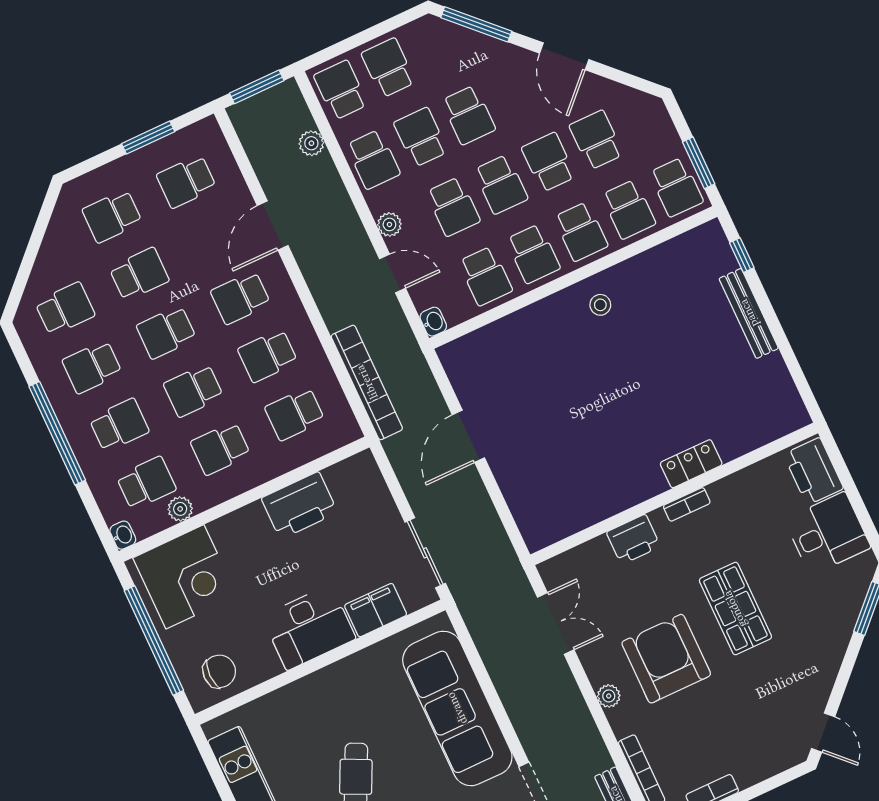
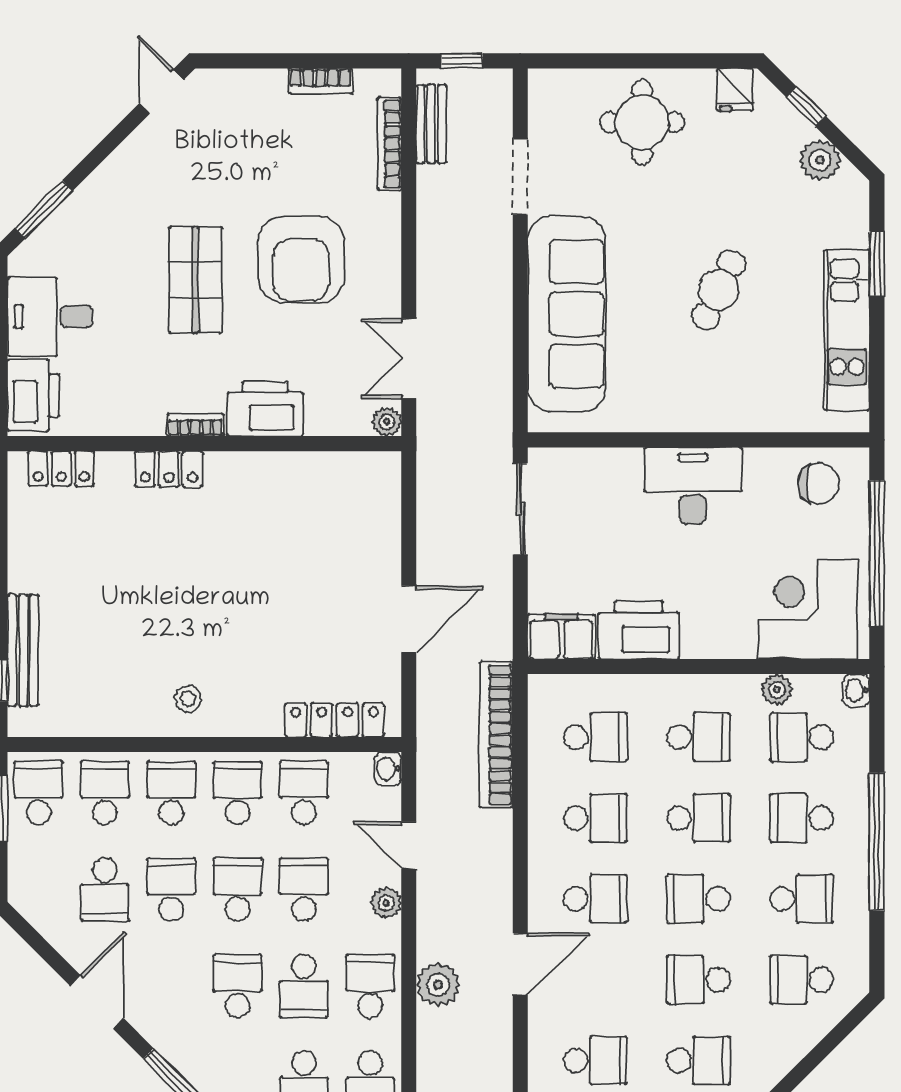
plant: (311, 143) -> (438, 985), moved, width x1.38, depth x1.38
school desk: (549, 162) -> (171, 889), turned 180
bench: (749, 313) -> (23, 650), moved
school desk: (166, 332) -> (699, 899), turned 180
locker: (488, 339) -> (335, 720), added
locker: (769, 428) -> (61, 469), added
printer: (633, 539) -> (265, 409), width x1.37, depth x1.19
filing cabinet: (376, 610) -> (561, 637), moved, turned 180
chair: (219, 671) -> (819, 483), turned 180
plant: (609, 696) -> (387, 422), moved

